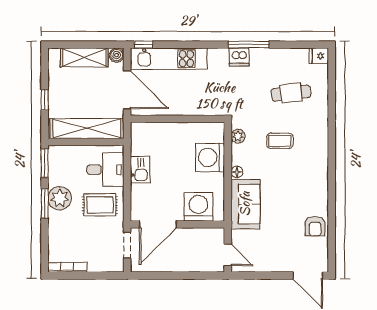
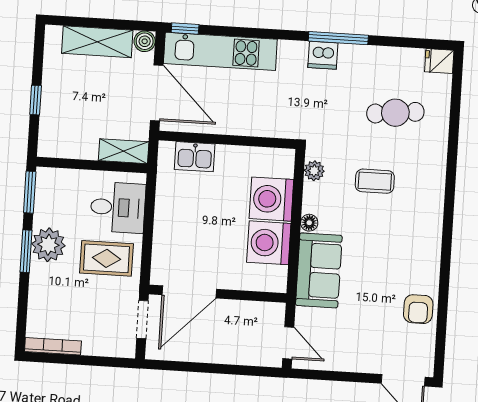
shelving: (87, 129) -> (124, 151), width x0.45, depth x0.75
kitchen sink: (140, 170) -> (195, 157), moved, turned 90
washing machine: (198, 207) -> (269, 243), moved, turned -90

